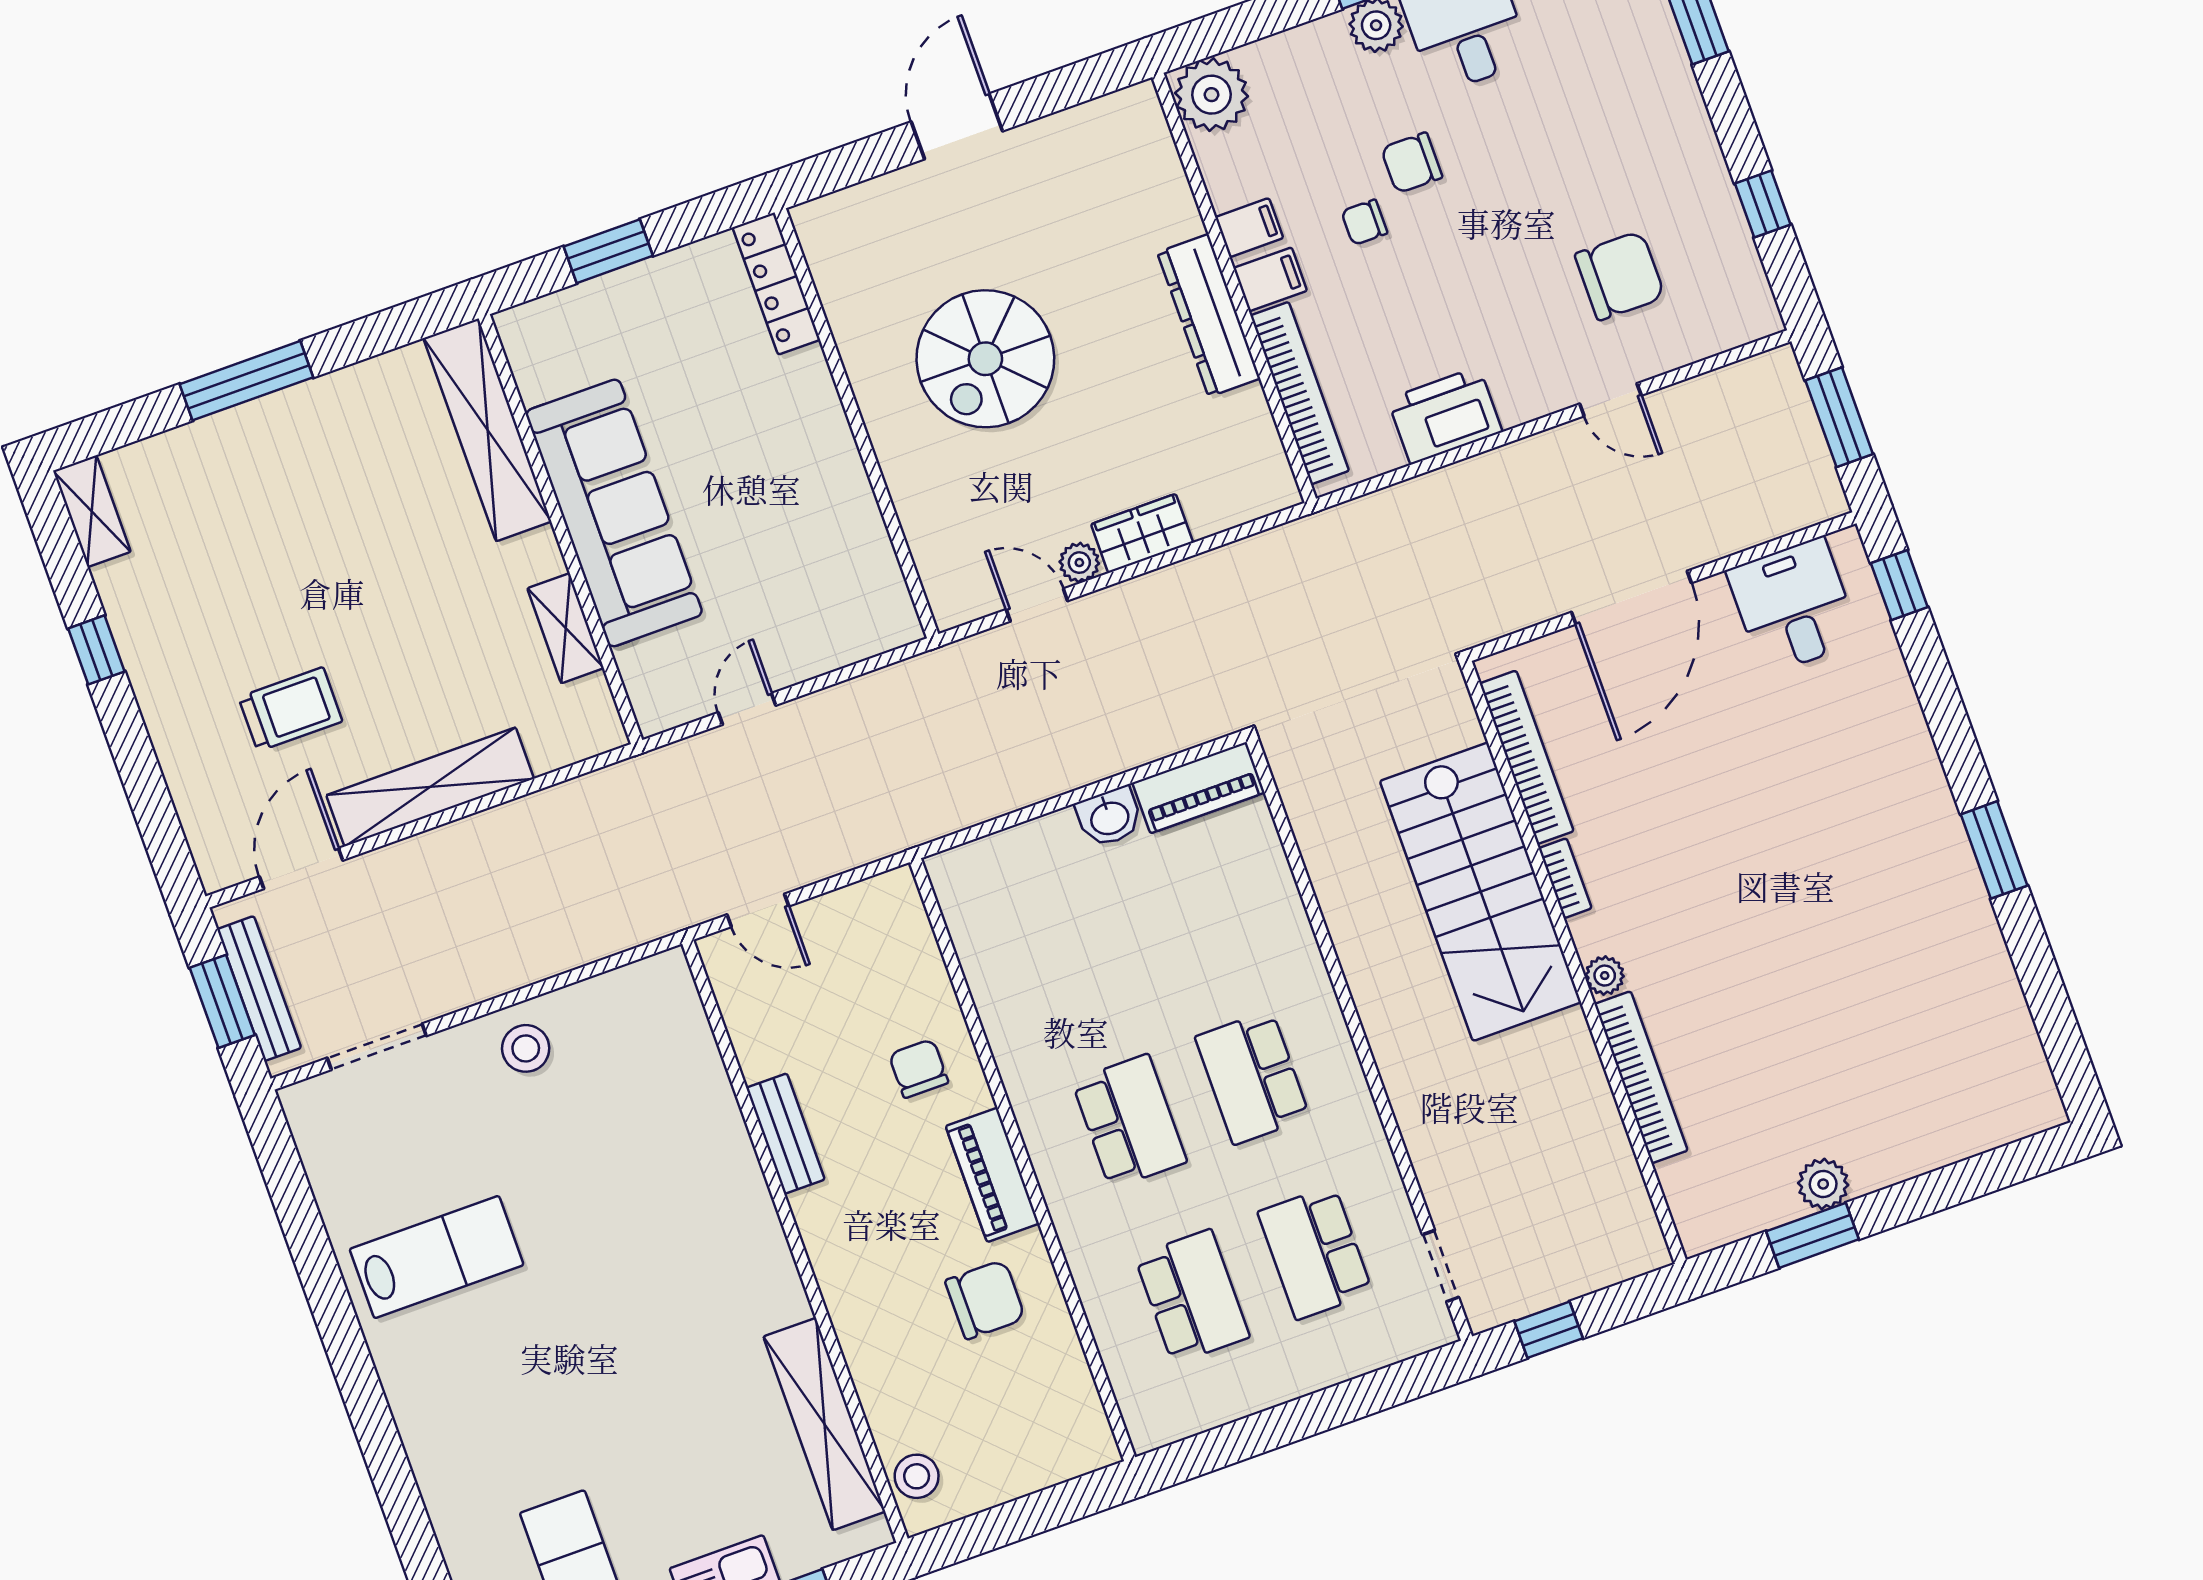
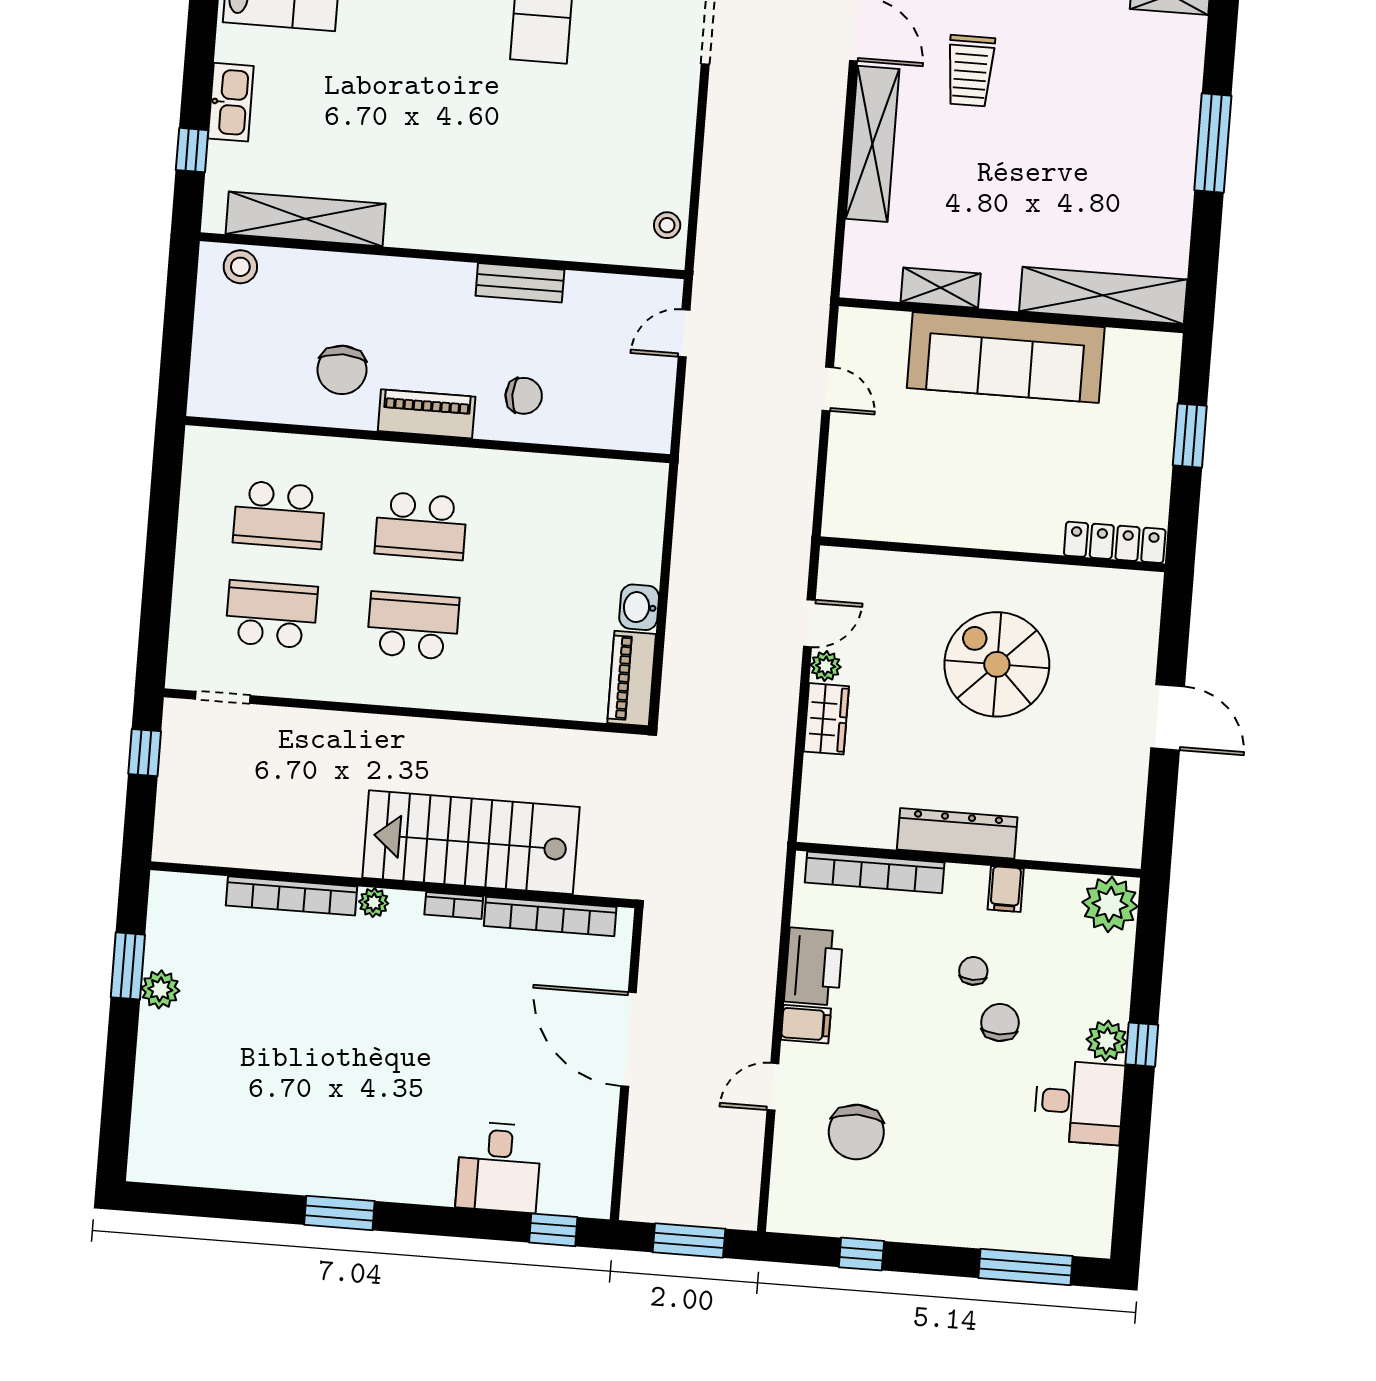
filing cabinet: (1270, 279) -> (806, 1024), moved, turned -90
desk: (1793, 606) -> (499, 1167), moved, turned 90
stool: (526, 1048) -> (667, 225), moved, width x0.73, depth x0.73

